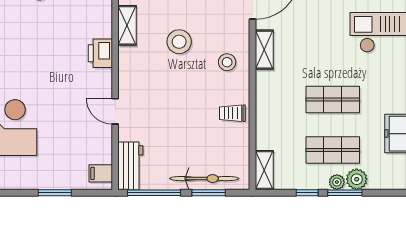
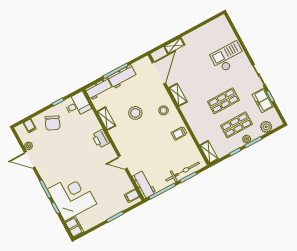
plant: (357, 179) -> (266, 127), moved

